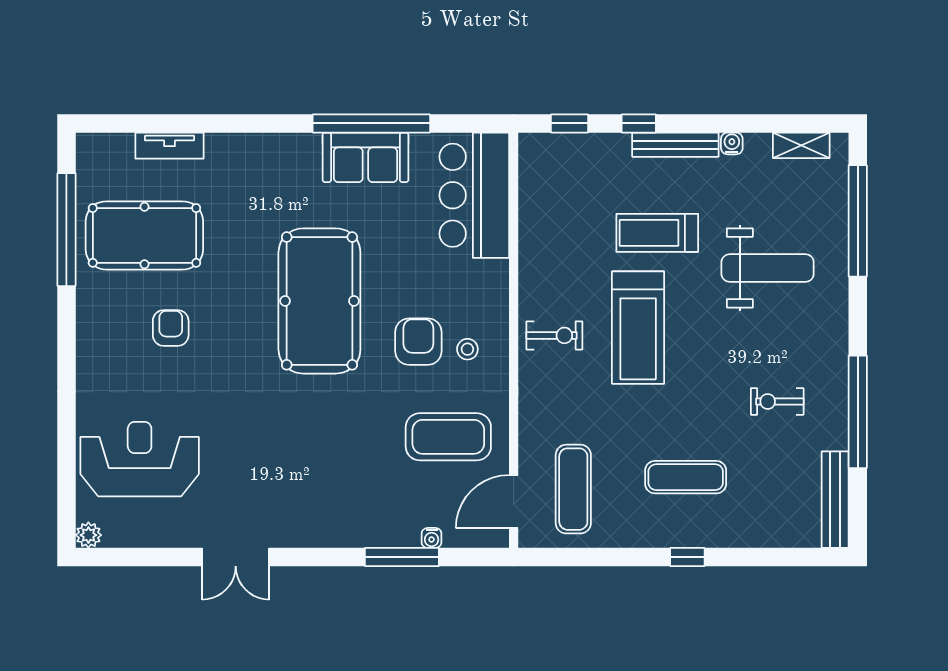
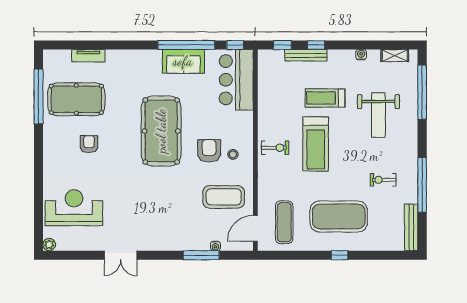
window: (472, 123) -> (235, 45), added
bench: (675, 145) -> (306, 55), moved
weight bench: (768, 268) -> (378, 115), turned 90
exercise mat: (686, 477) -> (339, 216), width x2.00, depth x1.45

